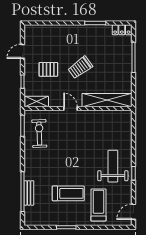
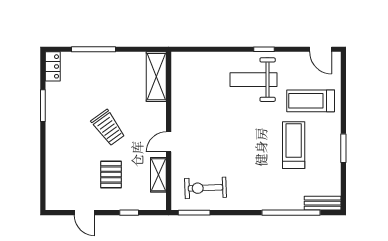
shelving: (107, 100) -> (156, 77), width x0.68
shelving: (37, 102) -> (158, 175), moved
bench: (29, 193) -> (323, 203), moved

